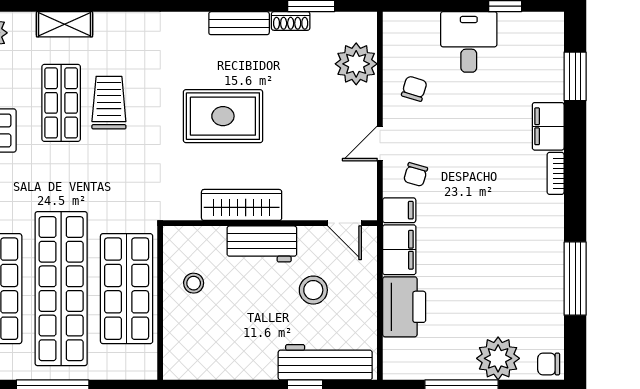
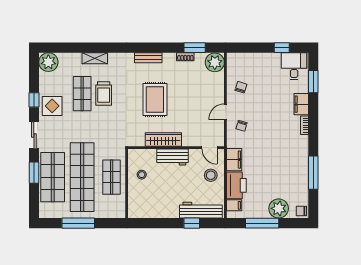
bench: (239, 23) -> (148, 58), moved
shelving: (65, 24) -> (95, 58), moved
desk: (469, 42) -> (294, 66), moved
plant: (356, 64) -> (215, 62), moved
trolley: (109, 103) -> (104, 93), turned 180
rug: (223, 116) -> (155, 100), turned 90
filing cabinet: (399, 210) -> (234, 205), moved
shop shelf: (127, 289) -> (112, 177), width x0.70, depth x0.74
stool: (313, 290) -> (211, 175), moved

